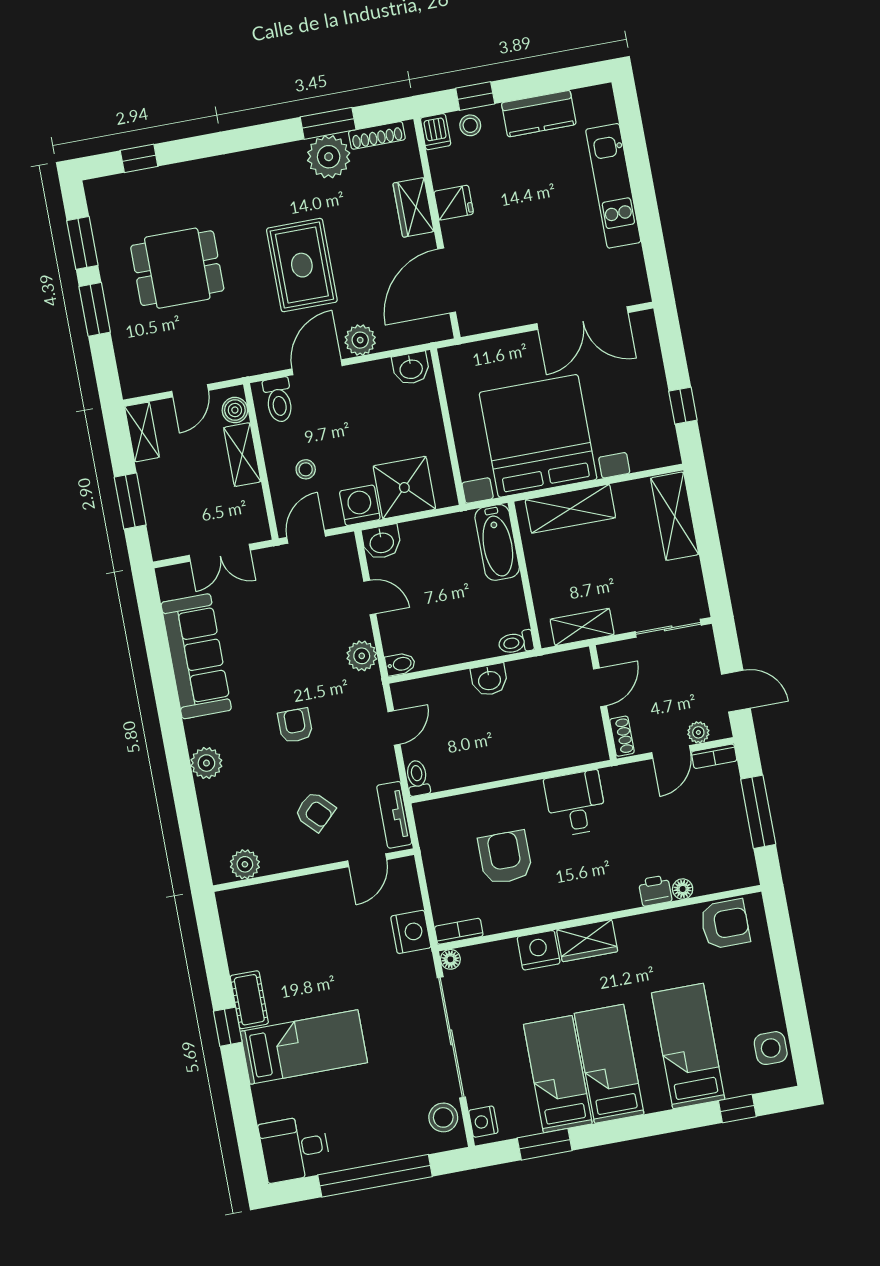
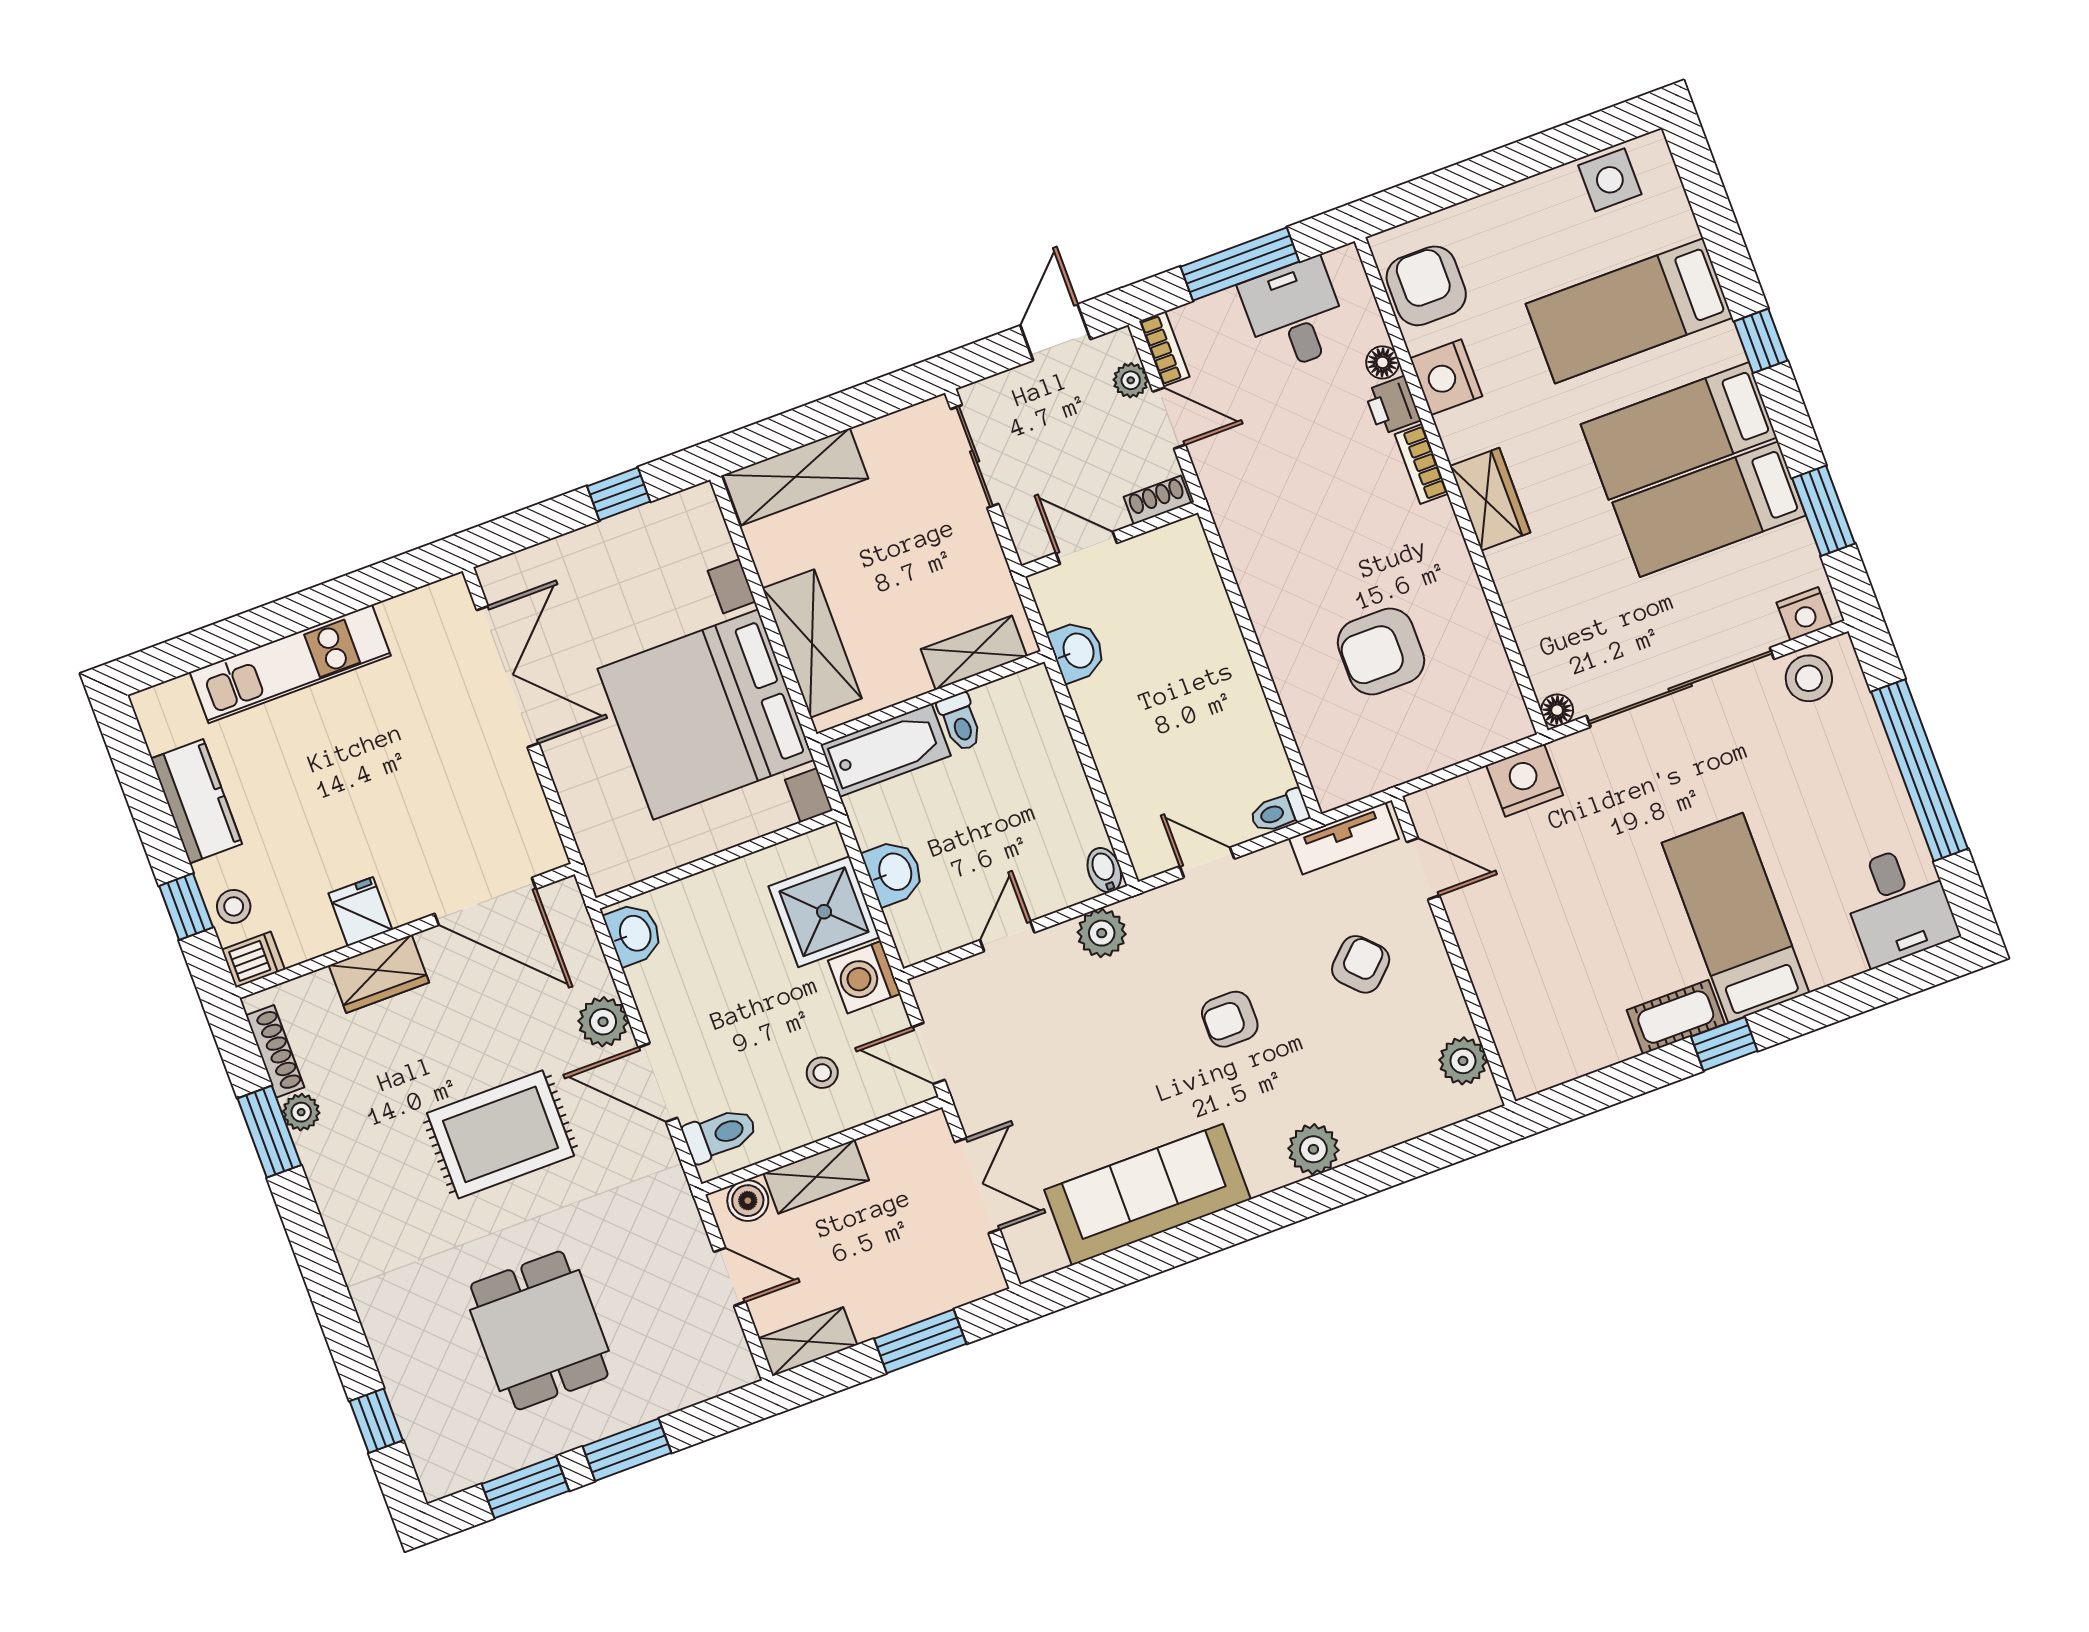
plant: (329, 157) -> (301, 1112), width x0.53, depth x0.53
washbasin: (382, 542) -> (894, 872), moved
shelving: (582, 627) -> (974, 653), moved, turned 90
toilet: (516, 642) -> (960, 722), moved
washbasin: (489, 680) -> (1077, 651), moved
desk: (576, 804) -> (1295, 314), moved, turned 90
bookcase: (459, 931) -> (1421, 464), moved
nightstand: (539, 950) -> (1446, 377), moved
window: (737, 1109) -> (1761, 341), moved

